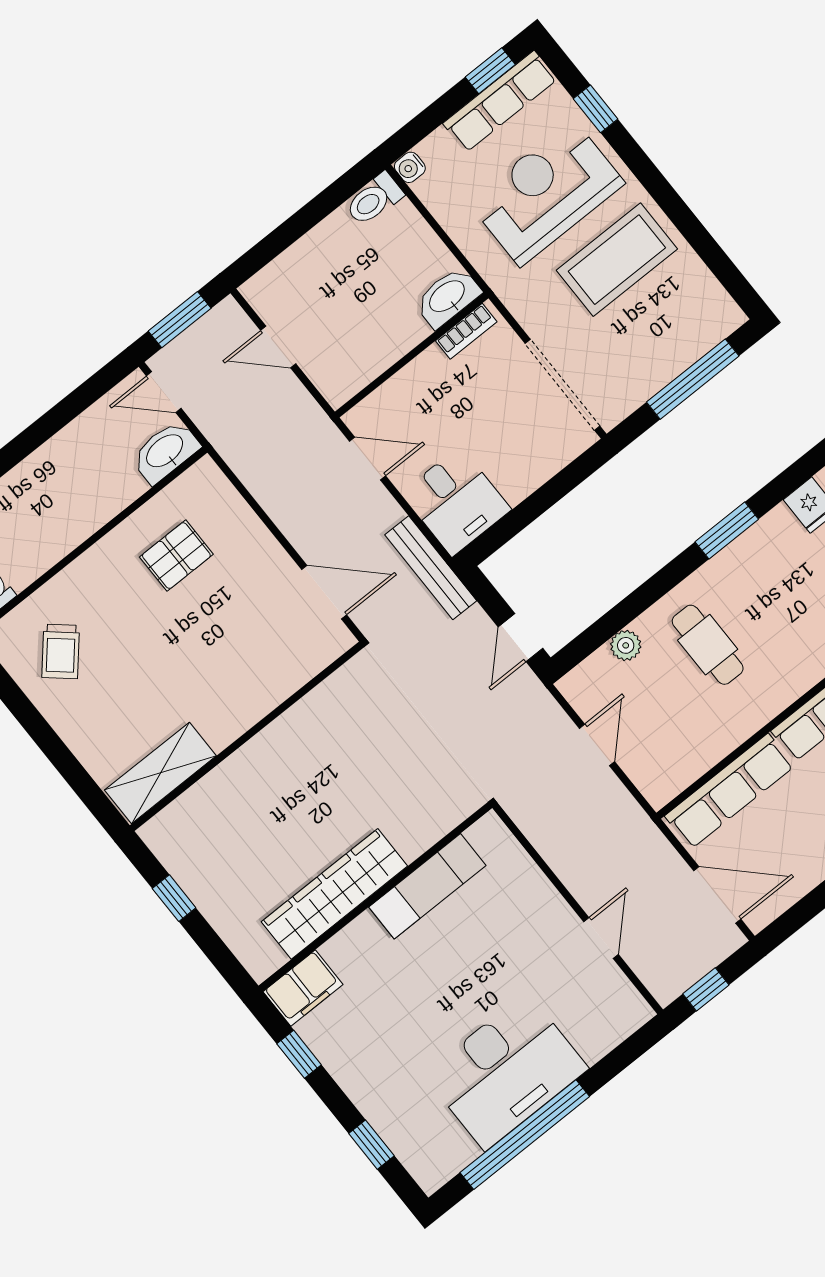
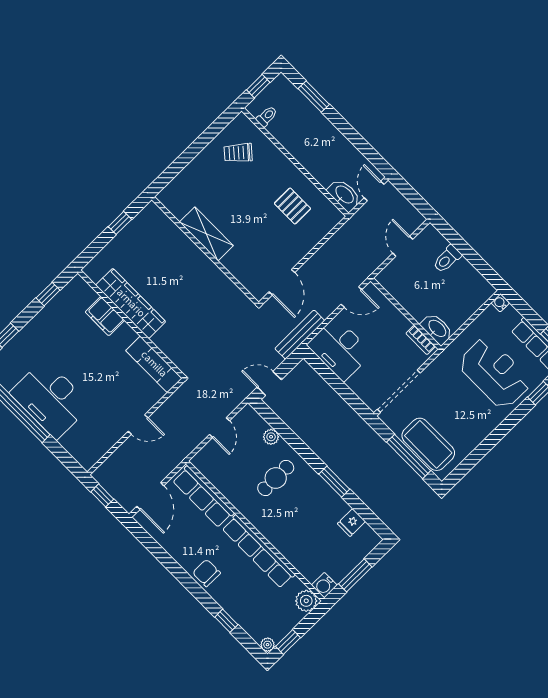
toilet: (374, 199) -> (447, 259), moved, turned -90
coffee table: (617, 260) -> (428, 444), moved
window: (180, 320) -> (411, 195), removed
door: (367, 458) -> (351, 297), hinge flipped
desk: (456, 501) -> (340, 349), width x1.37
door: (597, 745) -> (219, 428), hinge flipped
shelving: (160, 773) -> (206, 234), moved
exam couch: (427, 886) -> (154, 364), moved
door: (601, 938) -> (138, 425), moved
filing cabinet: (303, 988) -> (105, 316), moved

